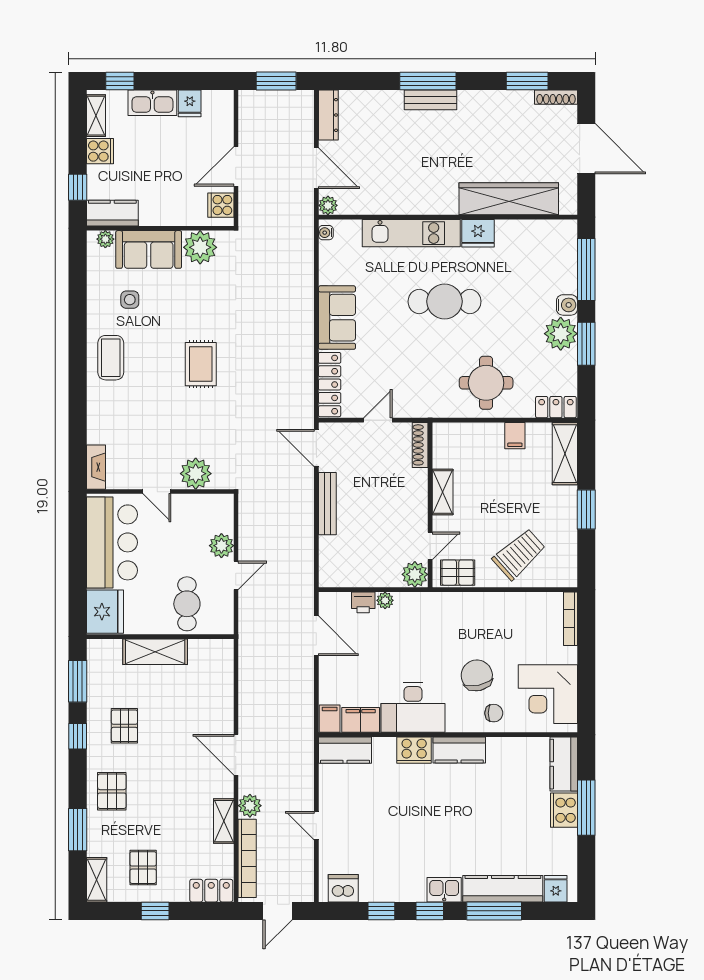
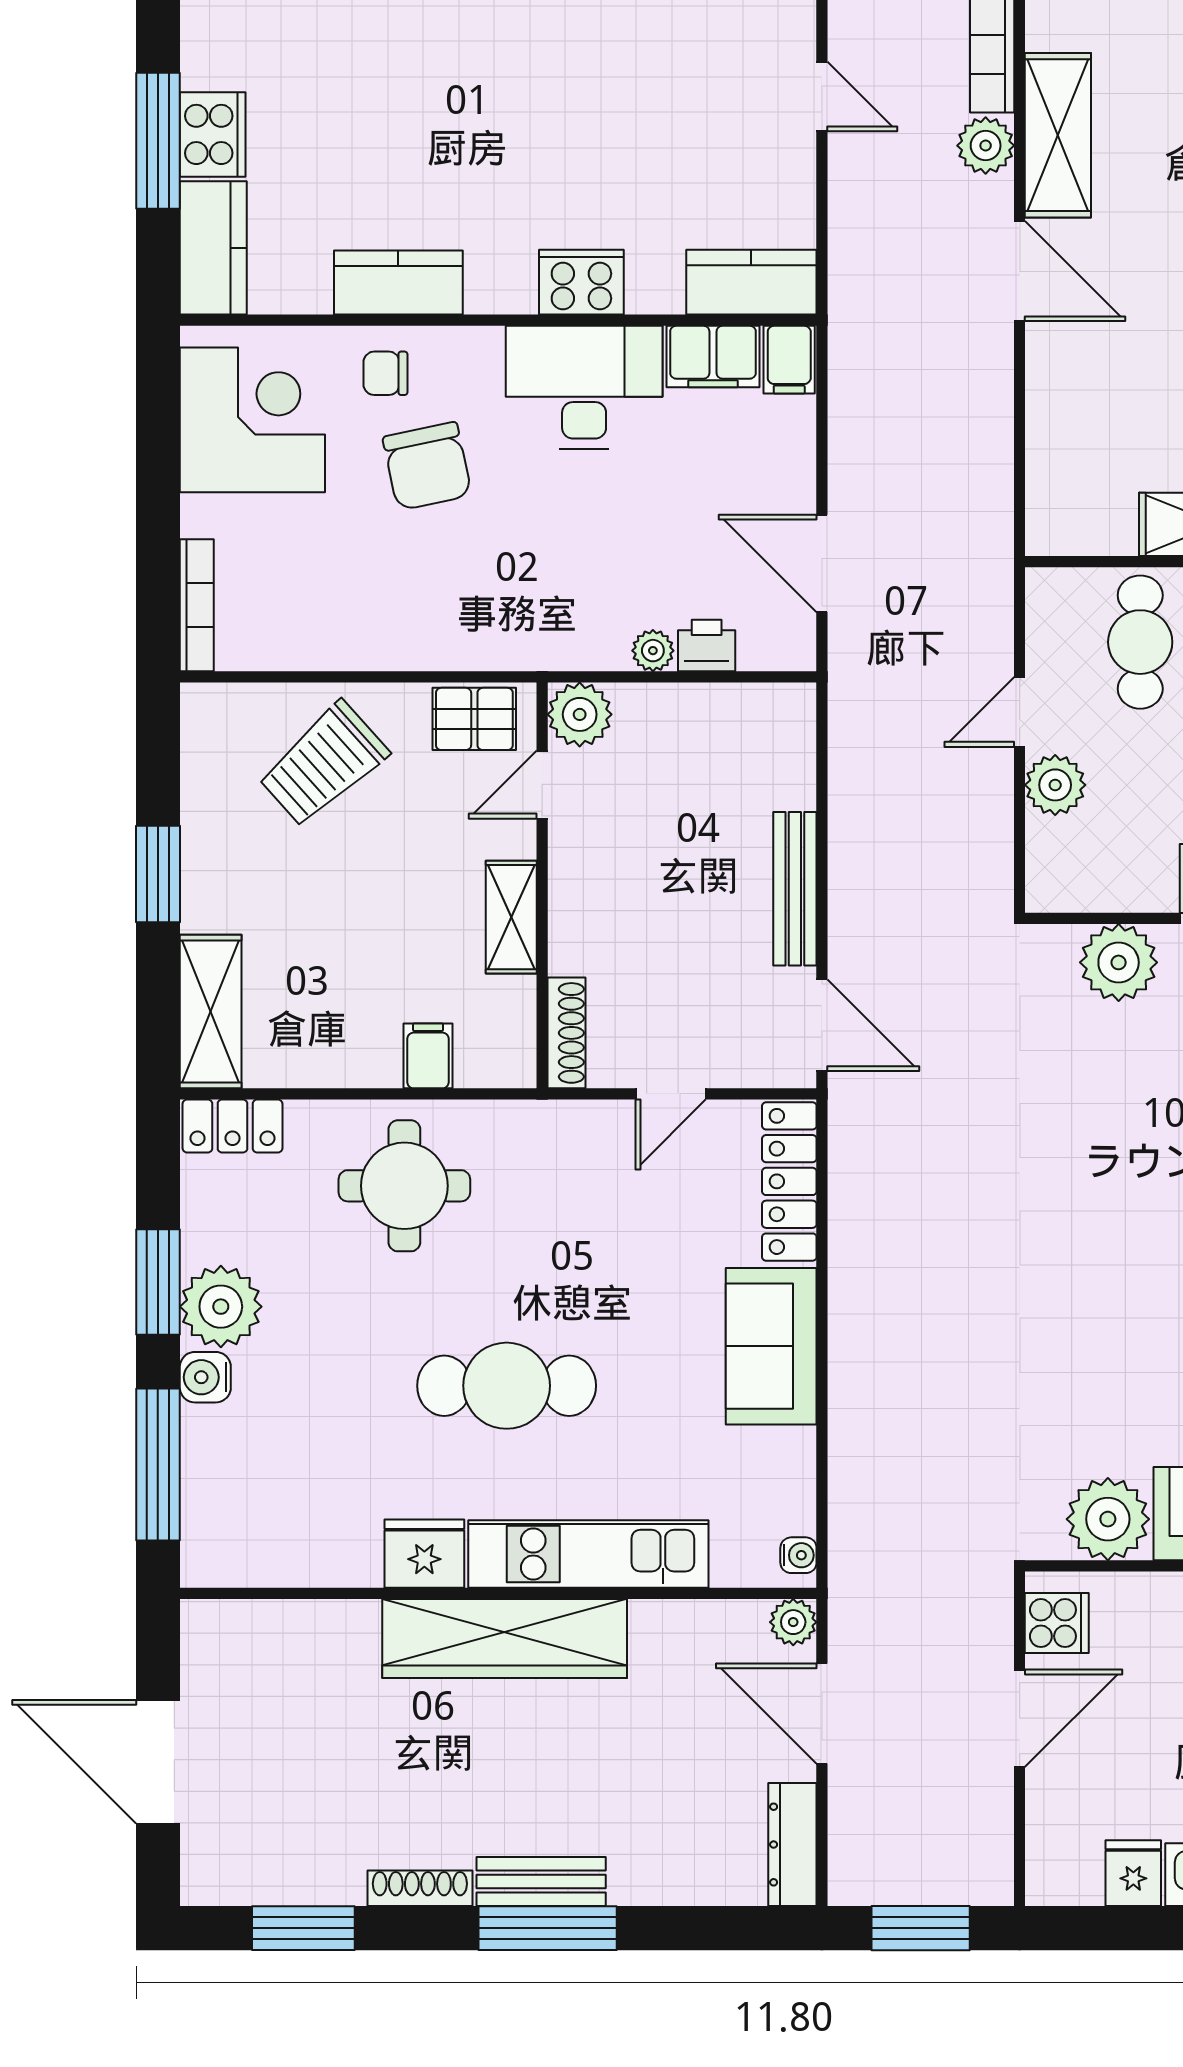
shoe rack: (556, 97) -> (420, 1888), moved
wardrobe: (509, 199) -> (505, 1638), moved
rug: (201, 364) -> (1106, 1232), removed
filing cabinet: (515, 436) -> (428, 1056), moved
kitchen counter: (459, 750) -> (398, 283), moved
shelving: (224, 821) -> (1058, 135), width x1.50, depth x1.33

